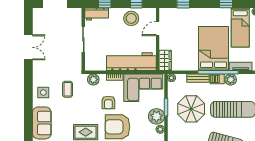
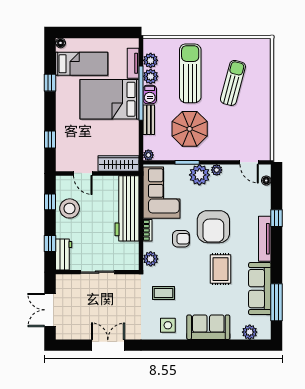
wardrobe: (165, 60) -> (119, 164), width x1.50
plant: (243, 79) -> (151, 60), added

